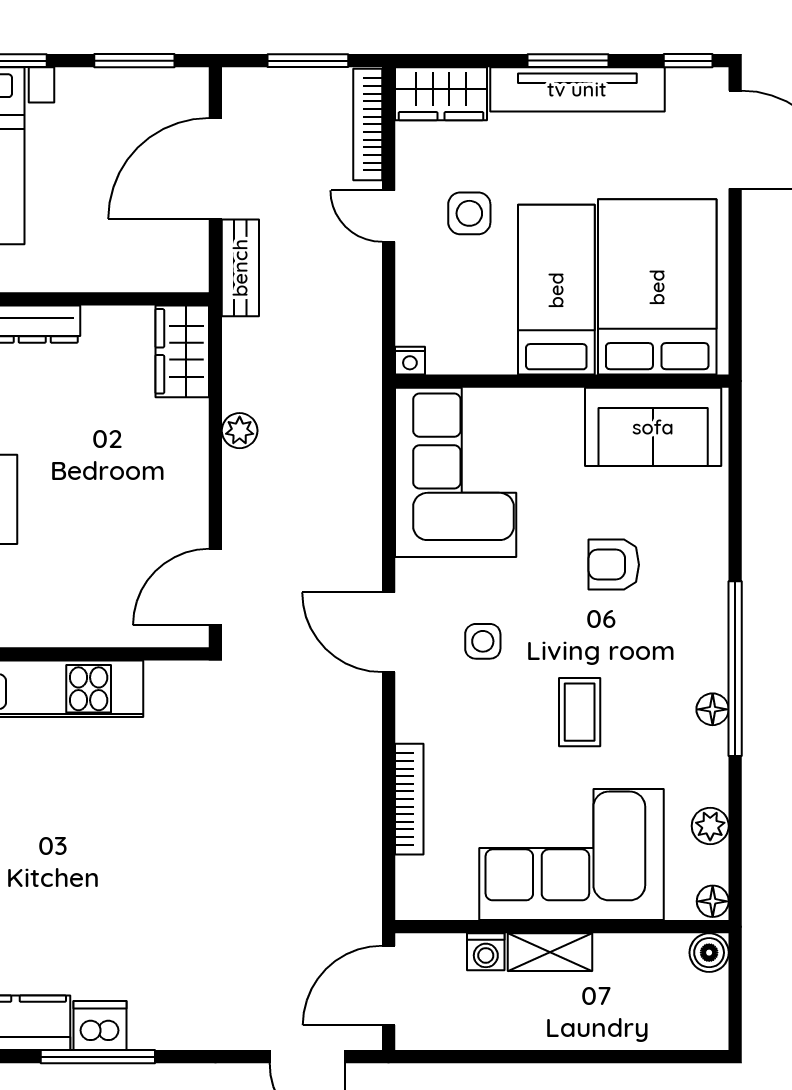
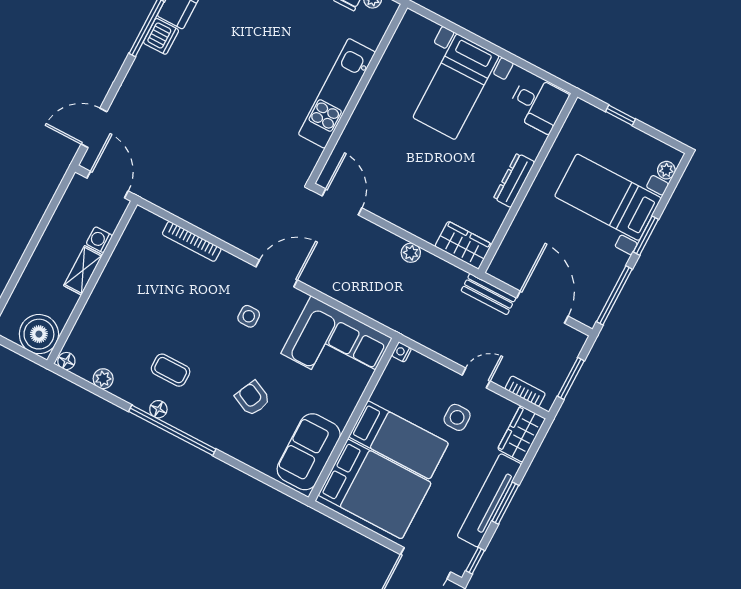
window: (134, 61) -> (614, 295), width x1.44
bookcase: (368, 124) -> (525, 391), width x0.64
armchair: (614, 565) -> (253, 398), turned -65
coffee table: (580, 712) -> (171, 370), moved
corner sofa: (571, 854) -> (124, 305), removed
boiler: (709, 953) -> (39, 334), width x1.86, depth x1.86

